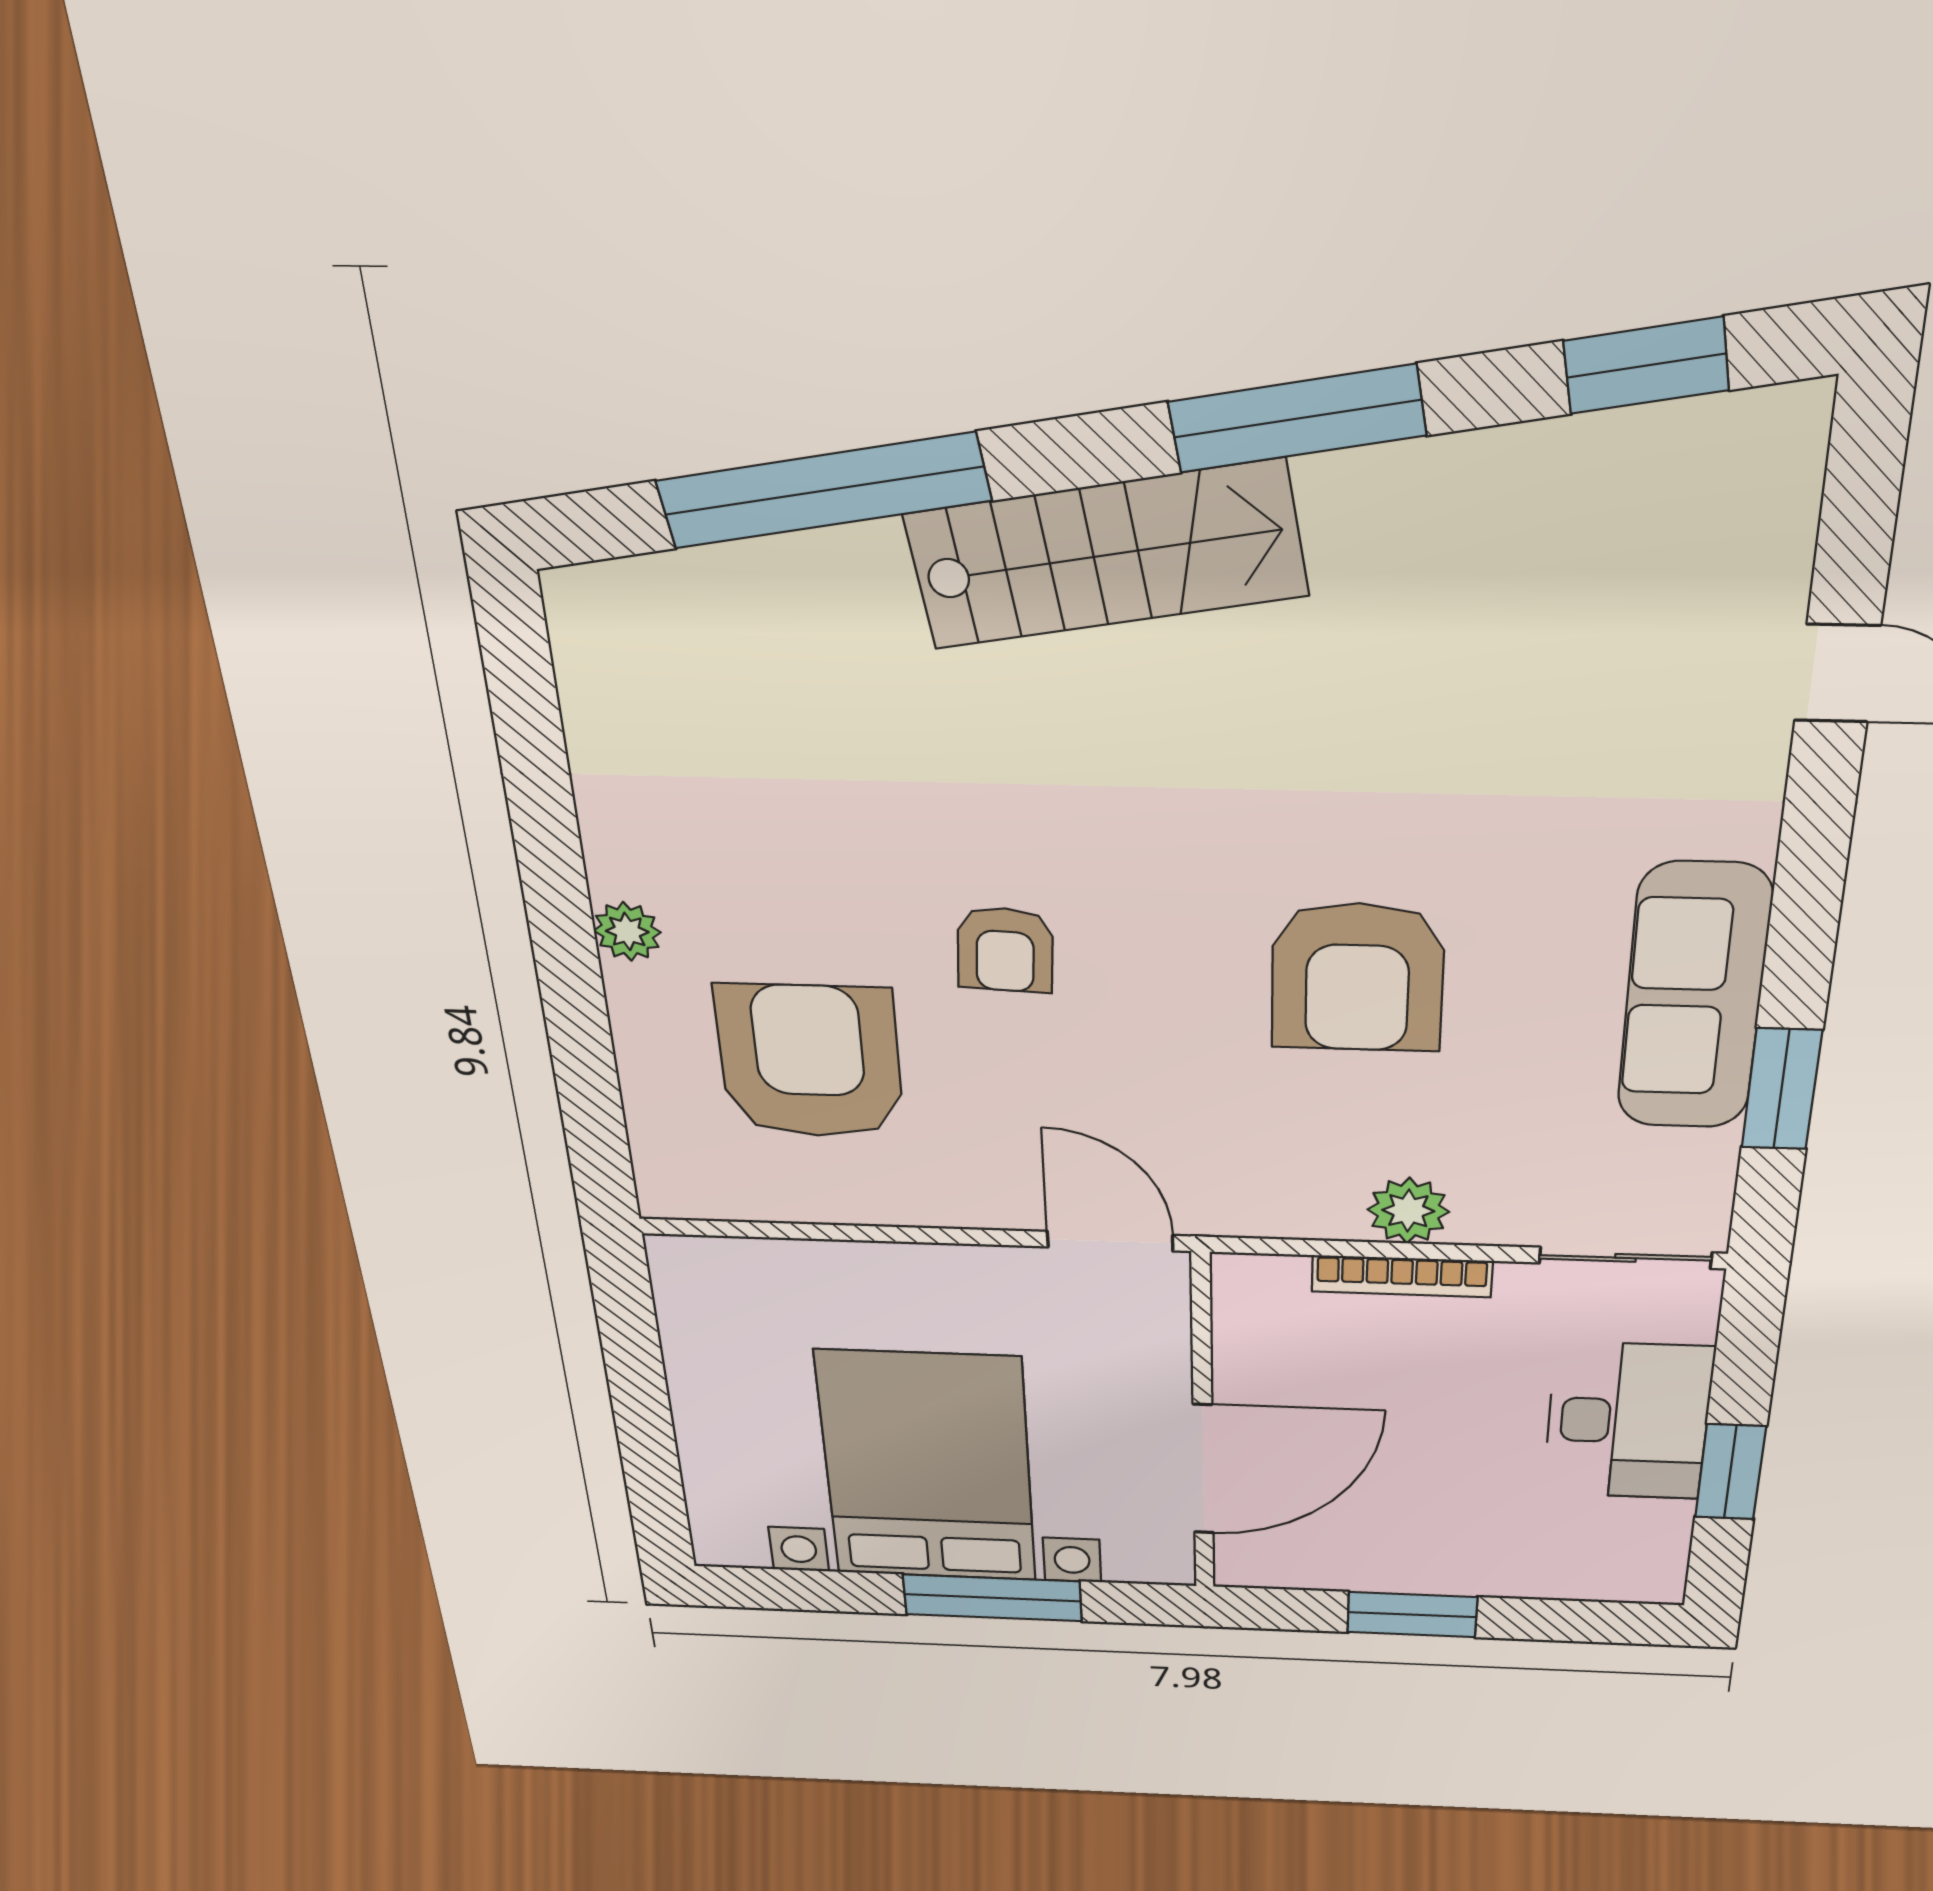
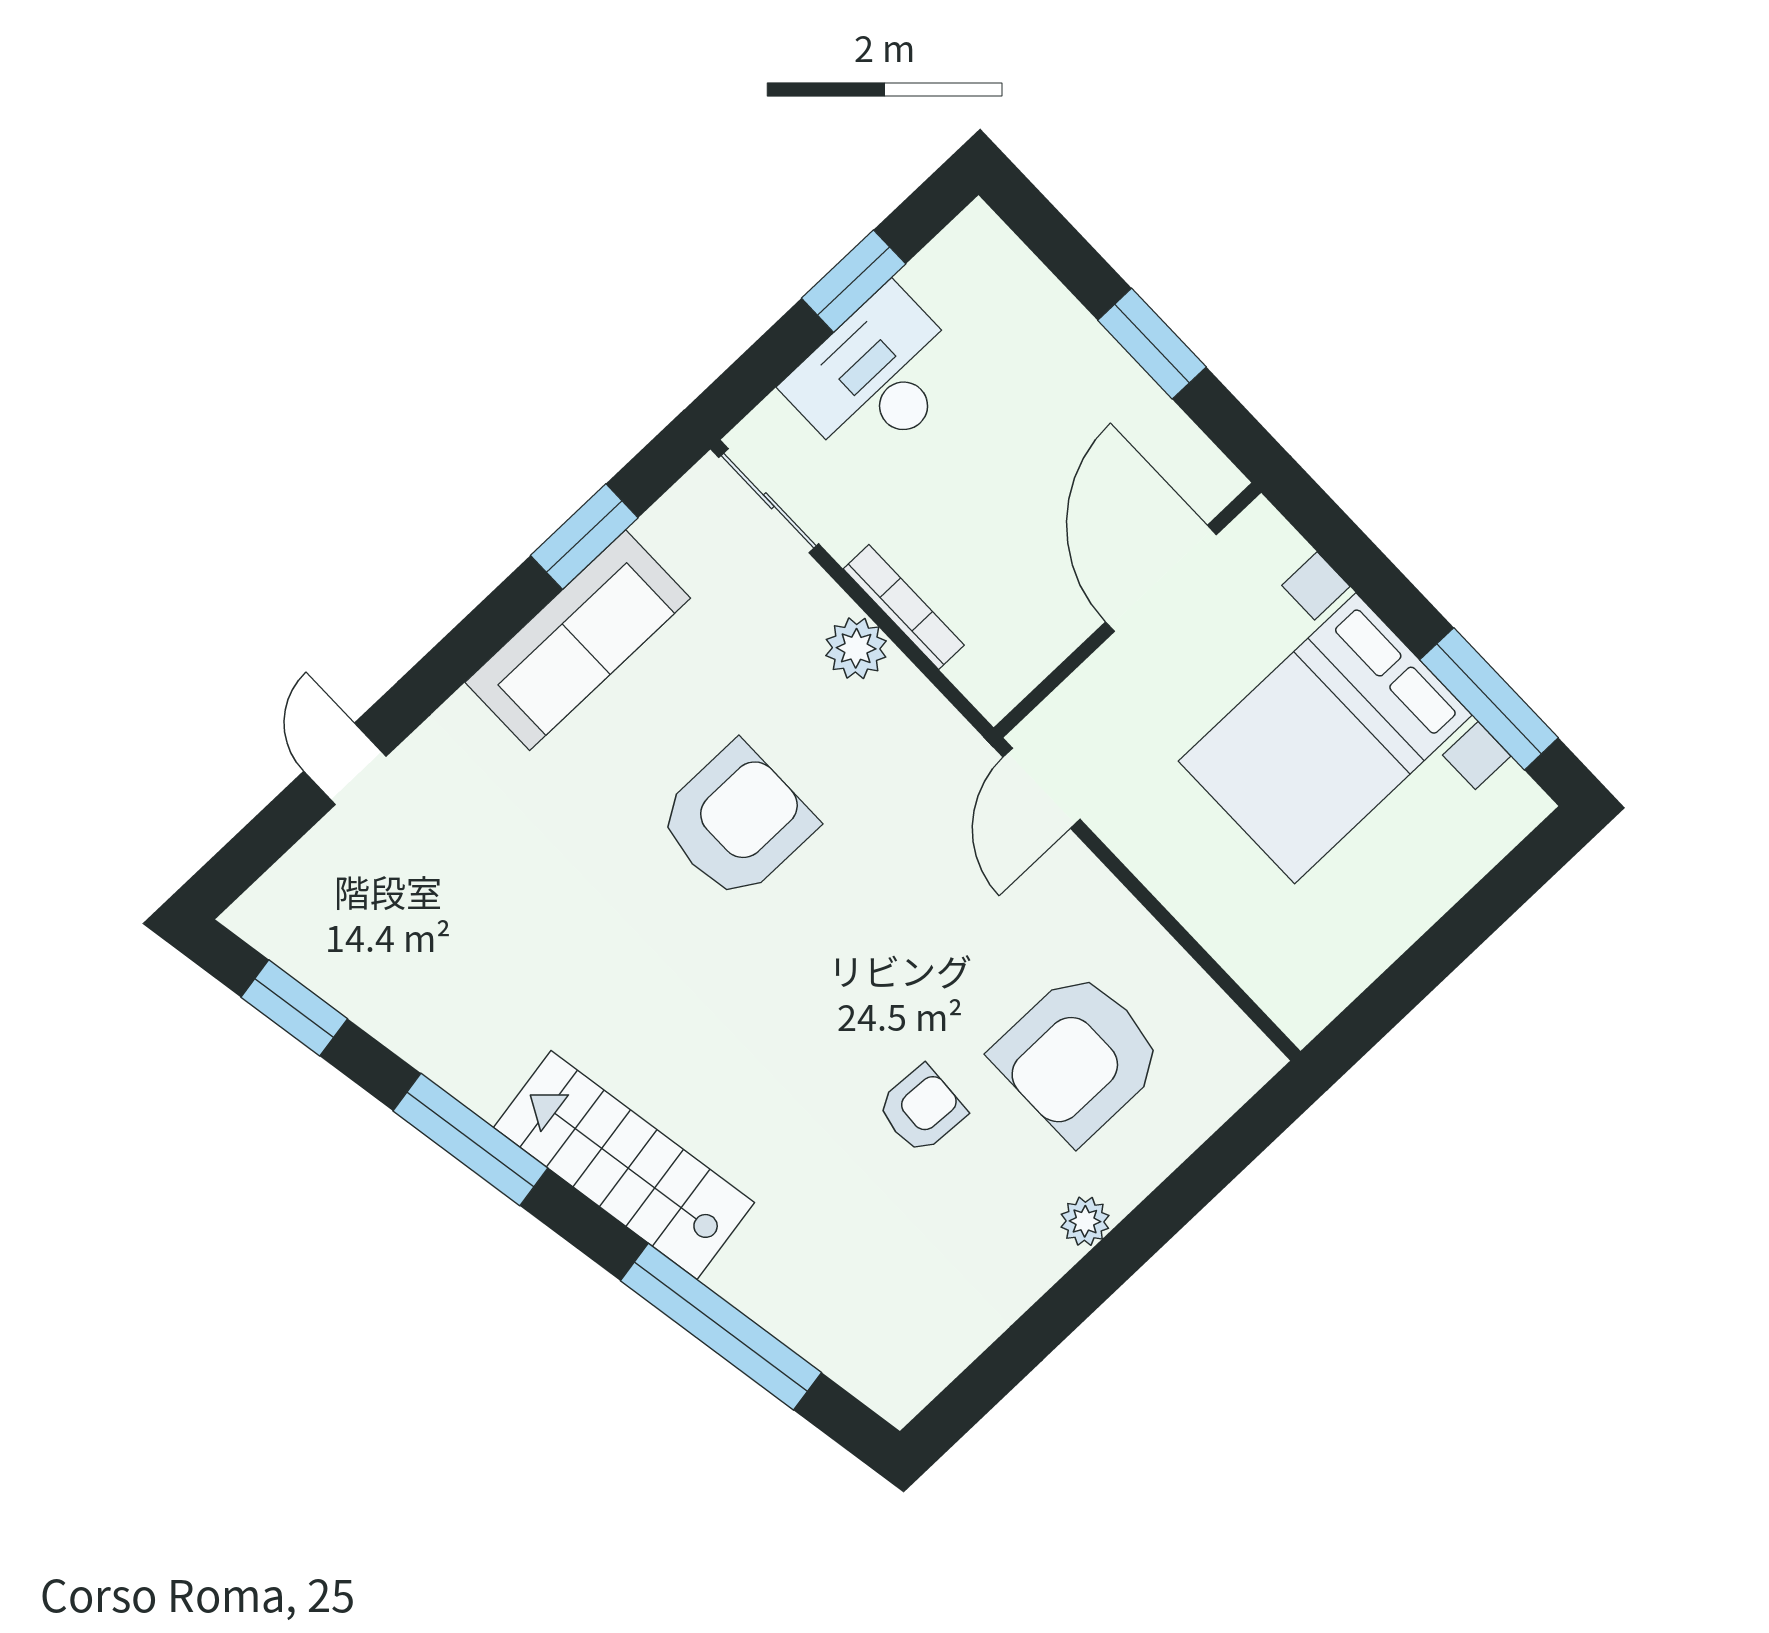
armchair: (1005, 950) -> (922, 1109), moved
door: (1203, 1469) -> (1161, 578), hinge flipped
window: (993, 1598) -> (1489, 699), moved

